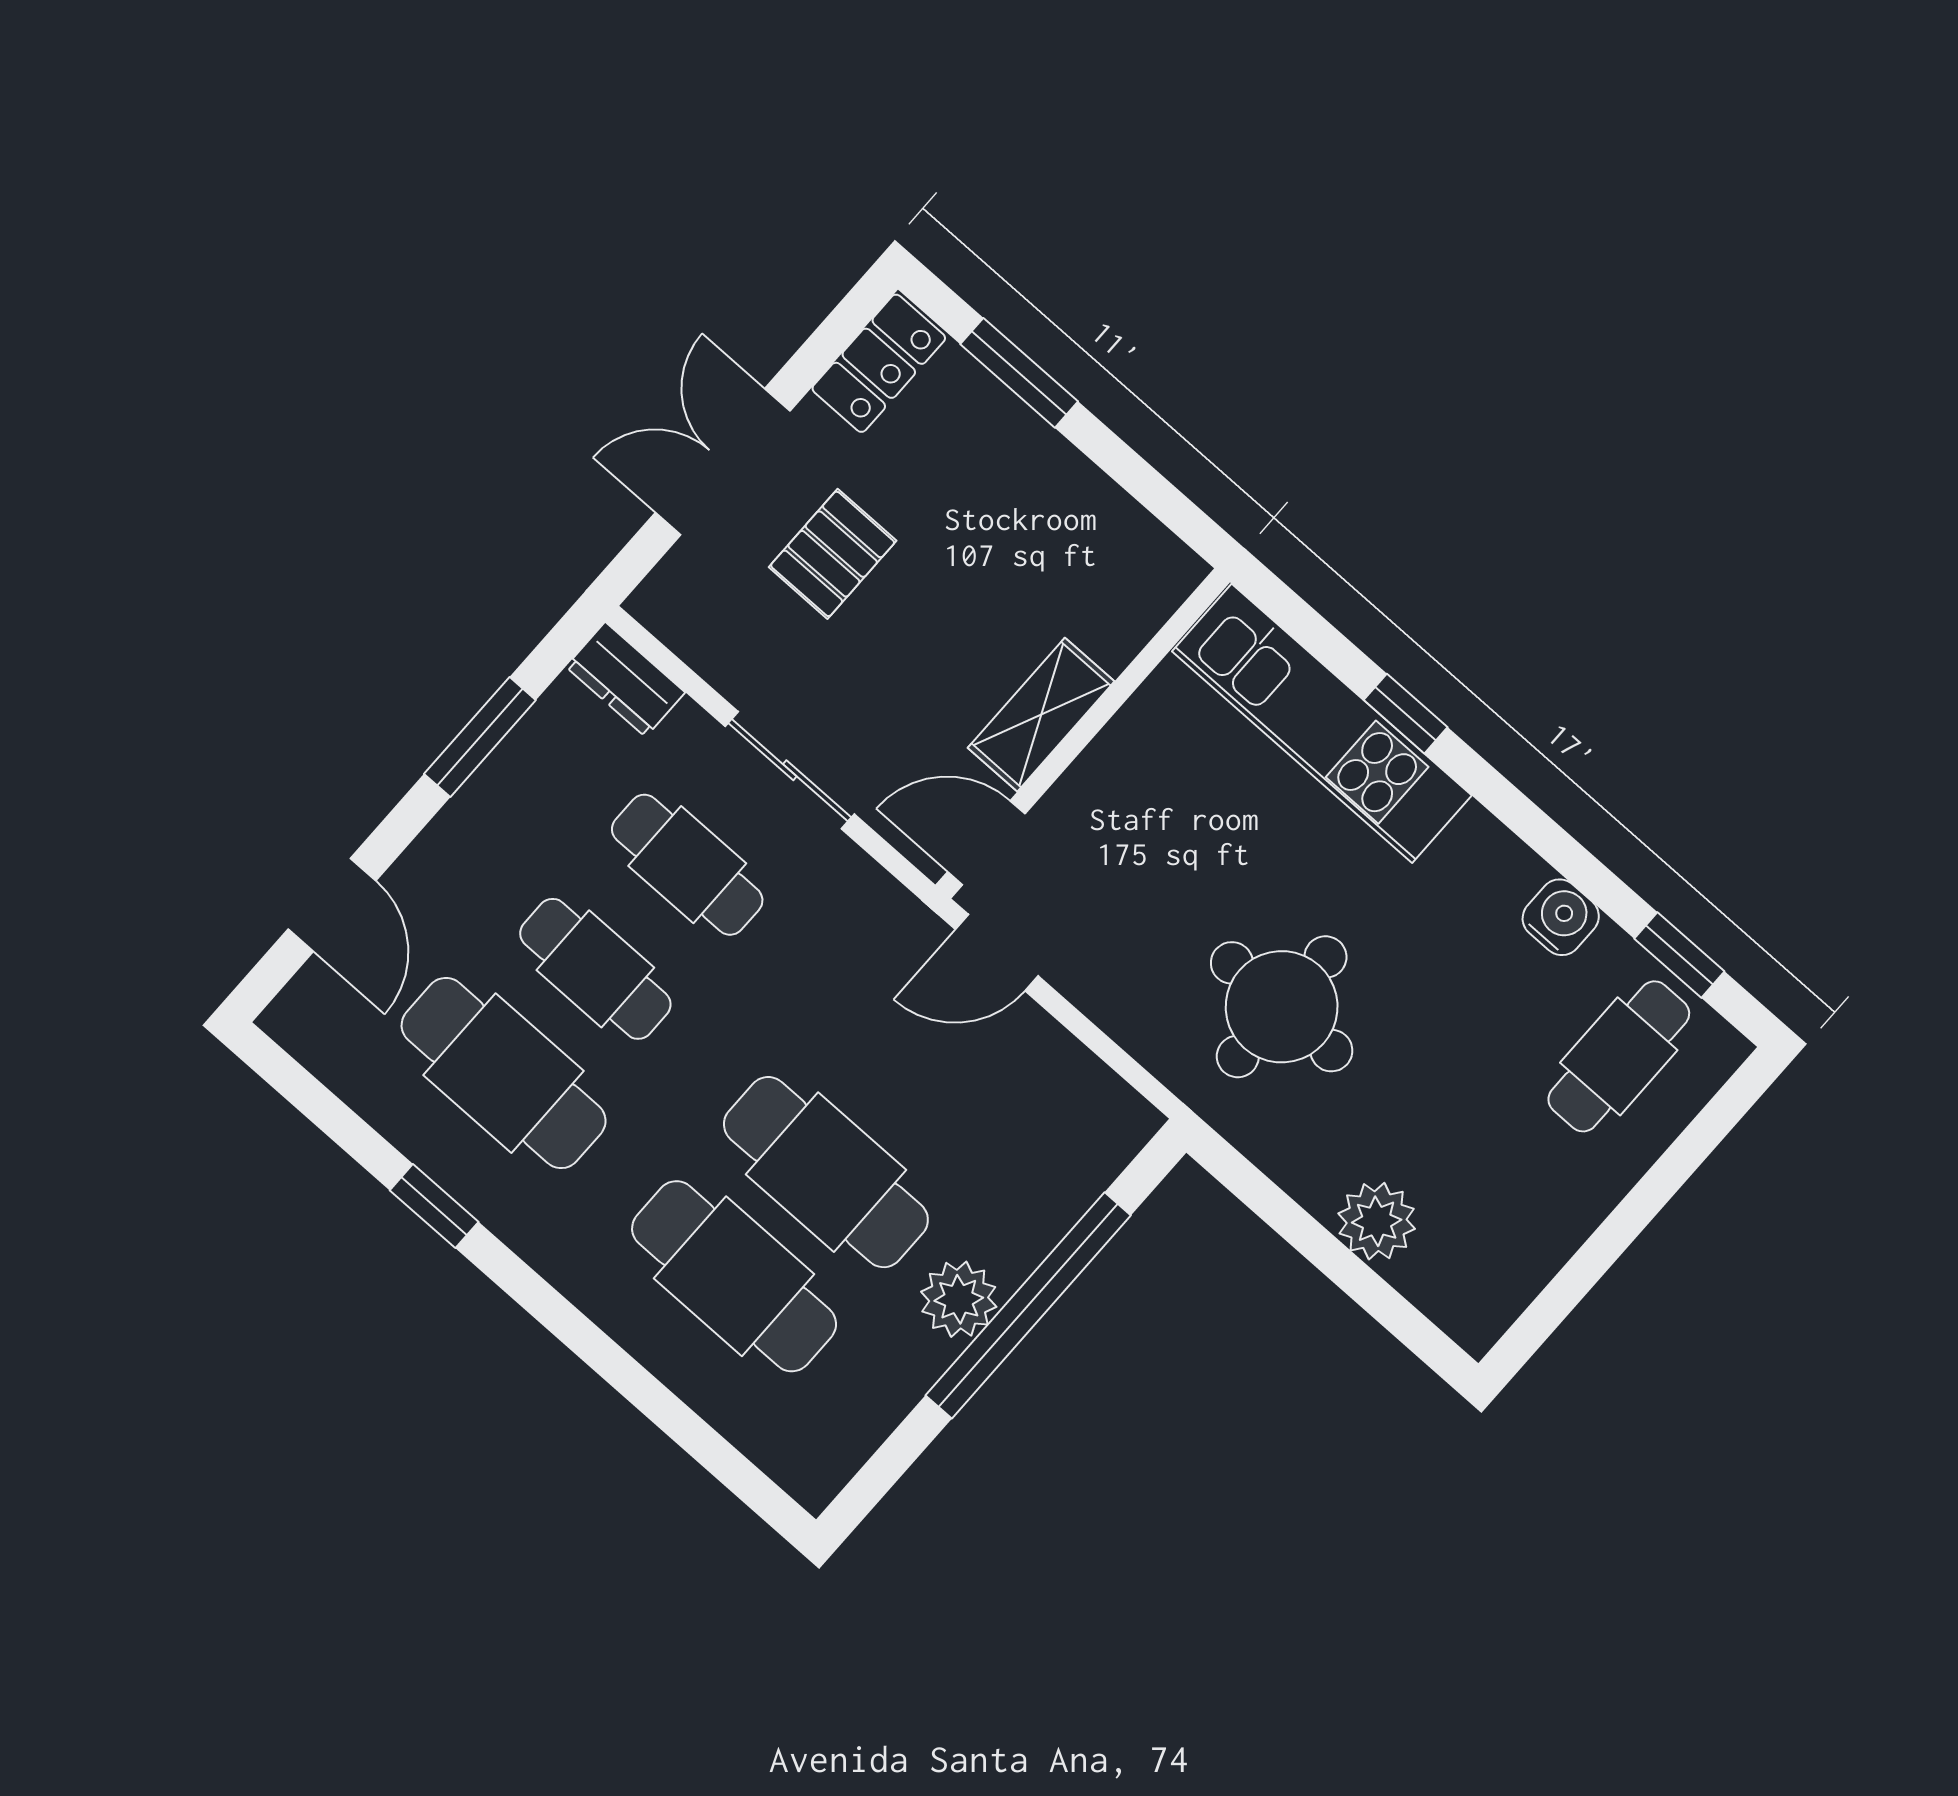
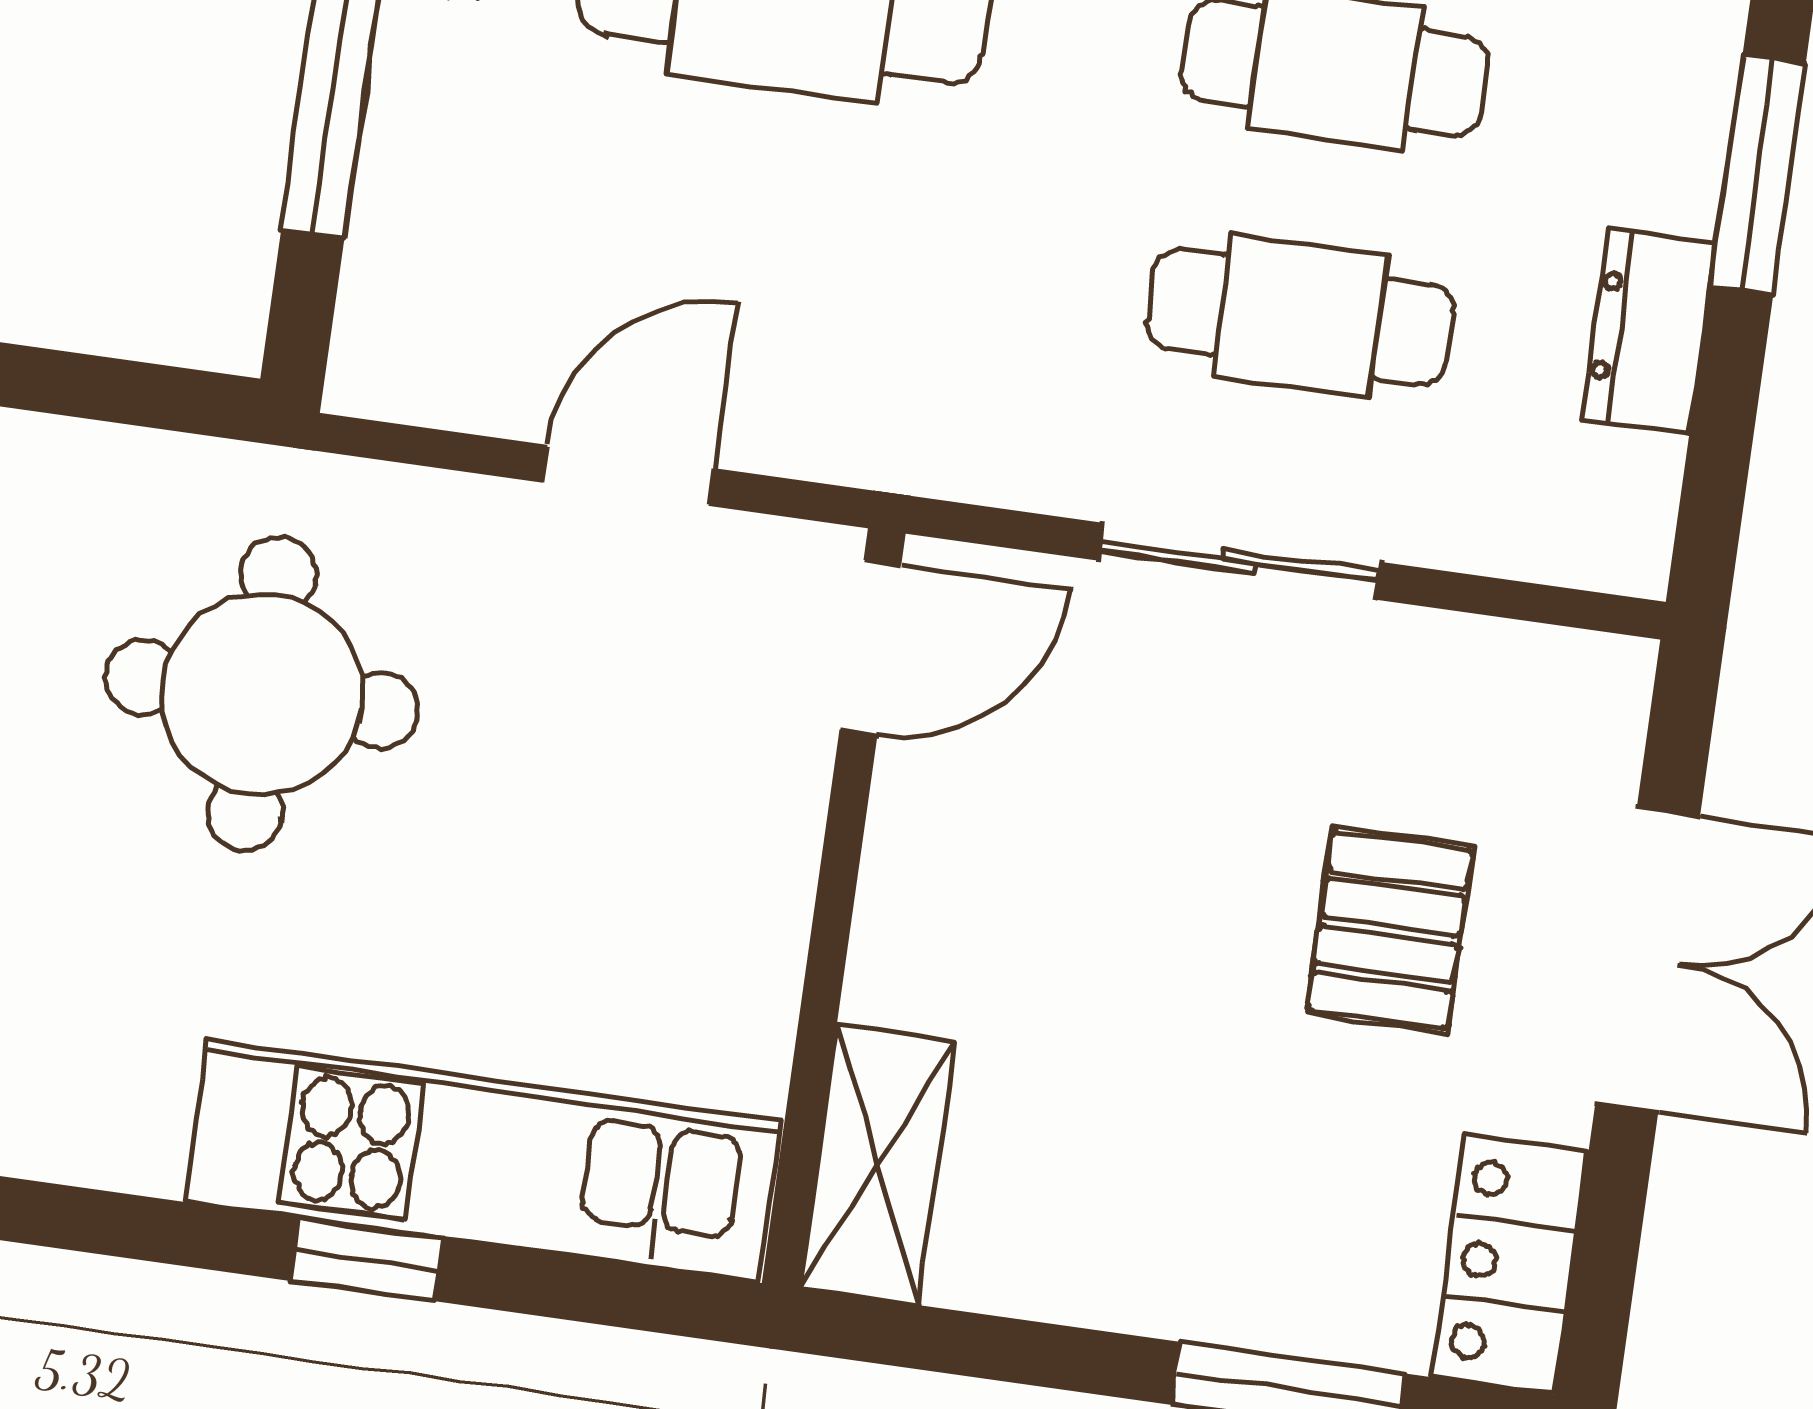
dresser: (625, 679) -> (1649, 332), moved, turned -90
shelving: (1041, 715) -> (877, 1165), moved
window: (480, 737) -> (1758, 175), moved
door: (997, 953) -> (628, 475), moved

